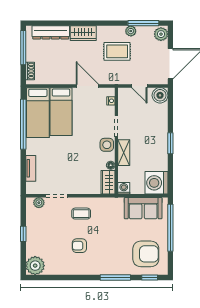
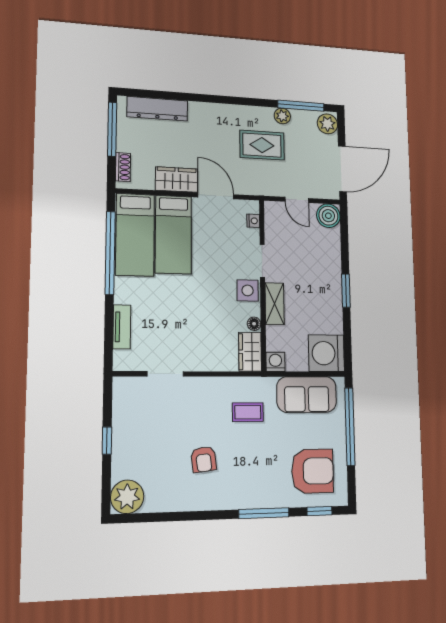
wardrobe: (83, 33) -> (177, 180), moved, turned 180
plant: (39, 203) -> (135, 386), removed
coffee table: (81, 214) -> (248, 412), moved
armchair: (79, 246) -> (204, 459), turned -97

